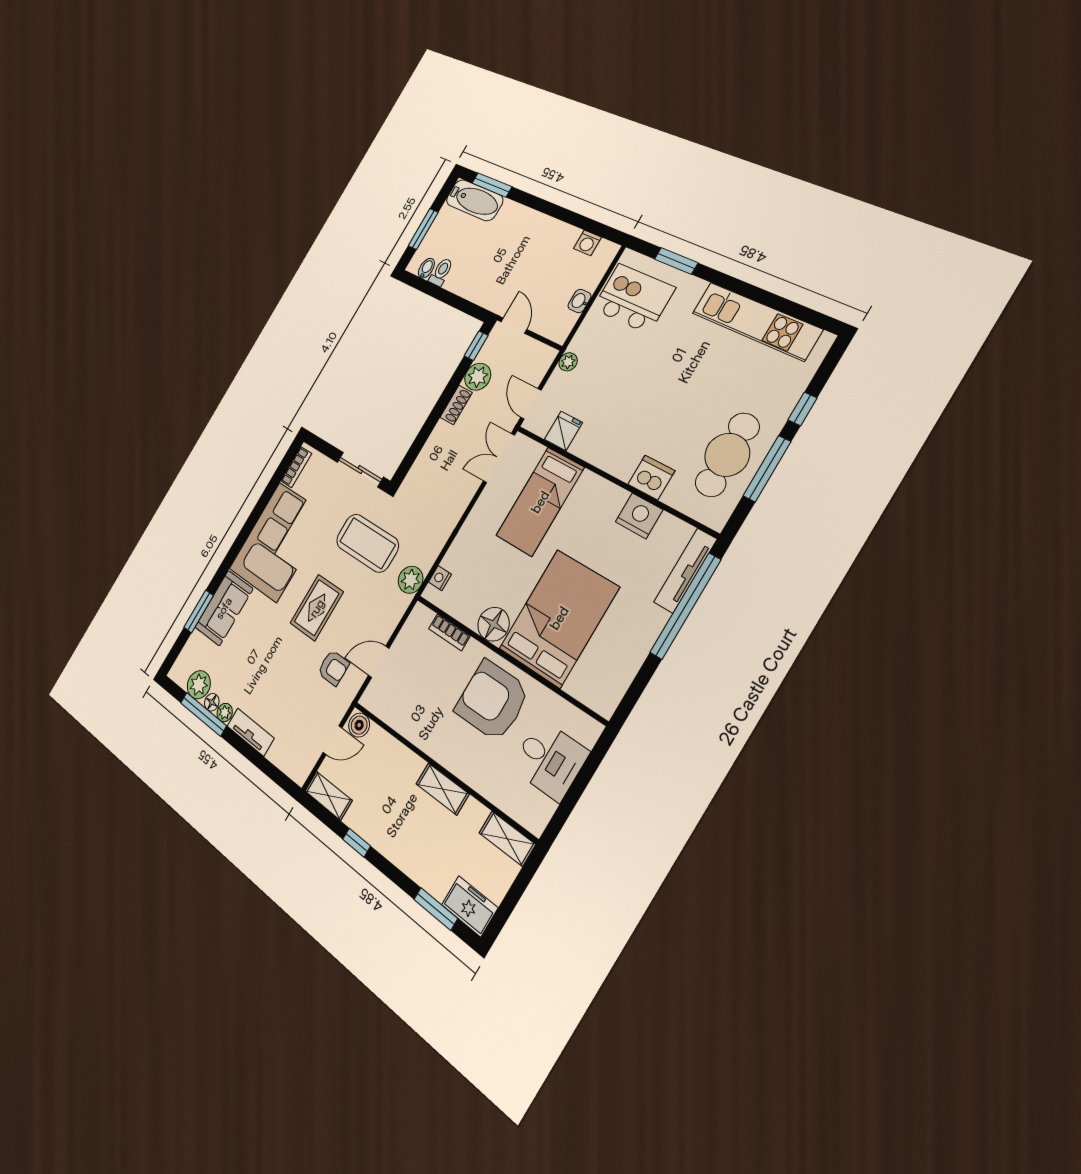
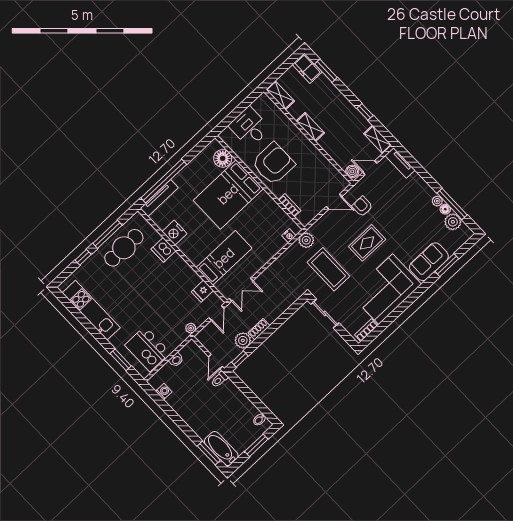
toilet: (441, 272) -> (219, 379), moved
floor lamp: (494, 624) -> (223, 158), moved
armchair: (492, 701) -> (273, 164), turned -90
tv unit: (251, 732) -> (400, 163), moved

